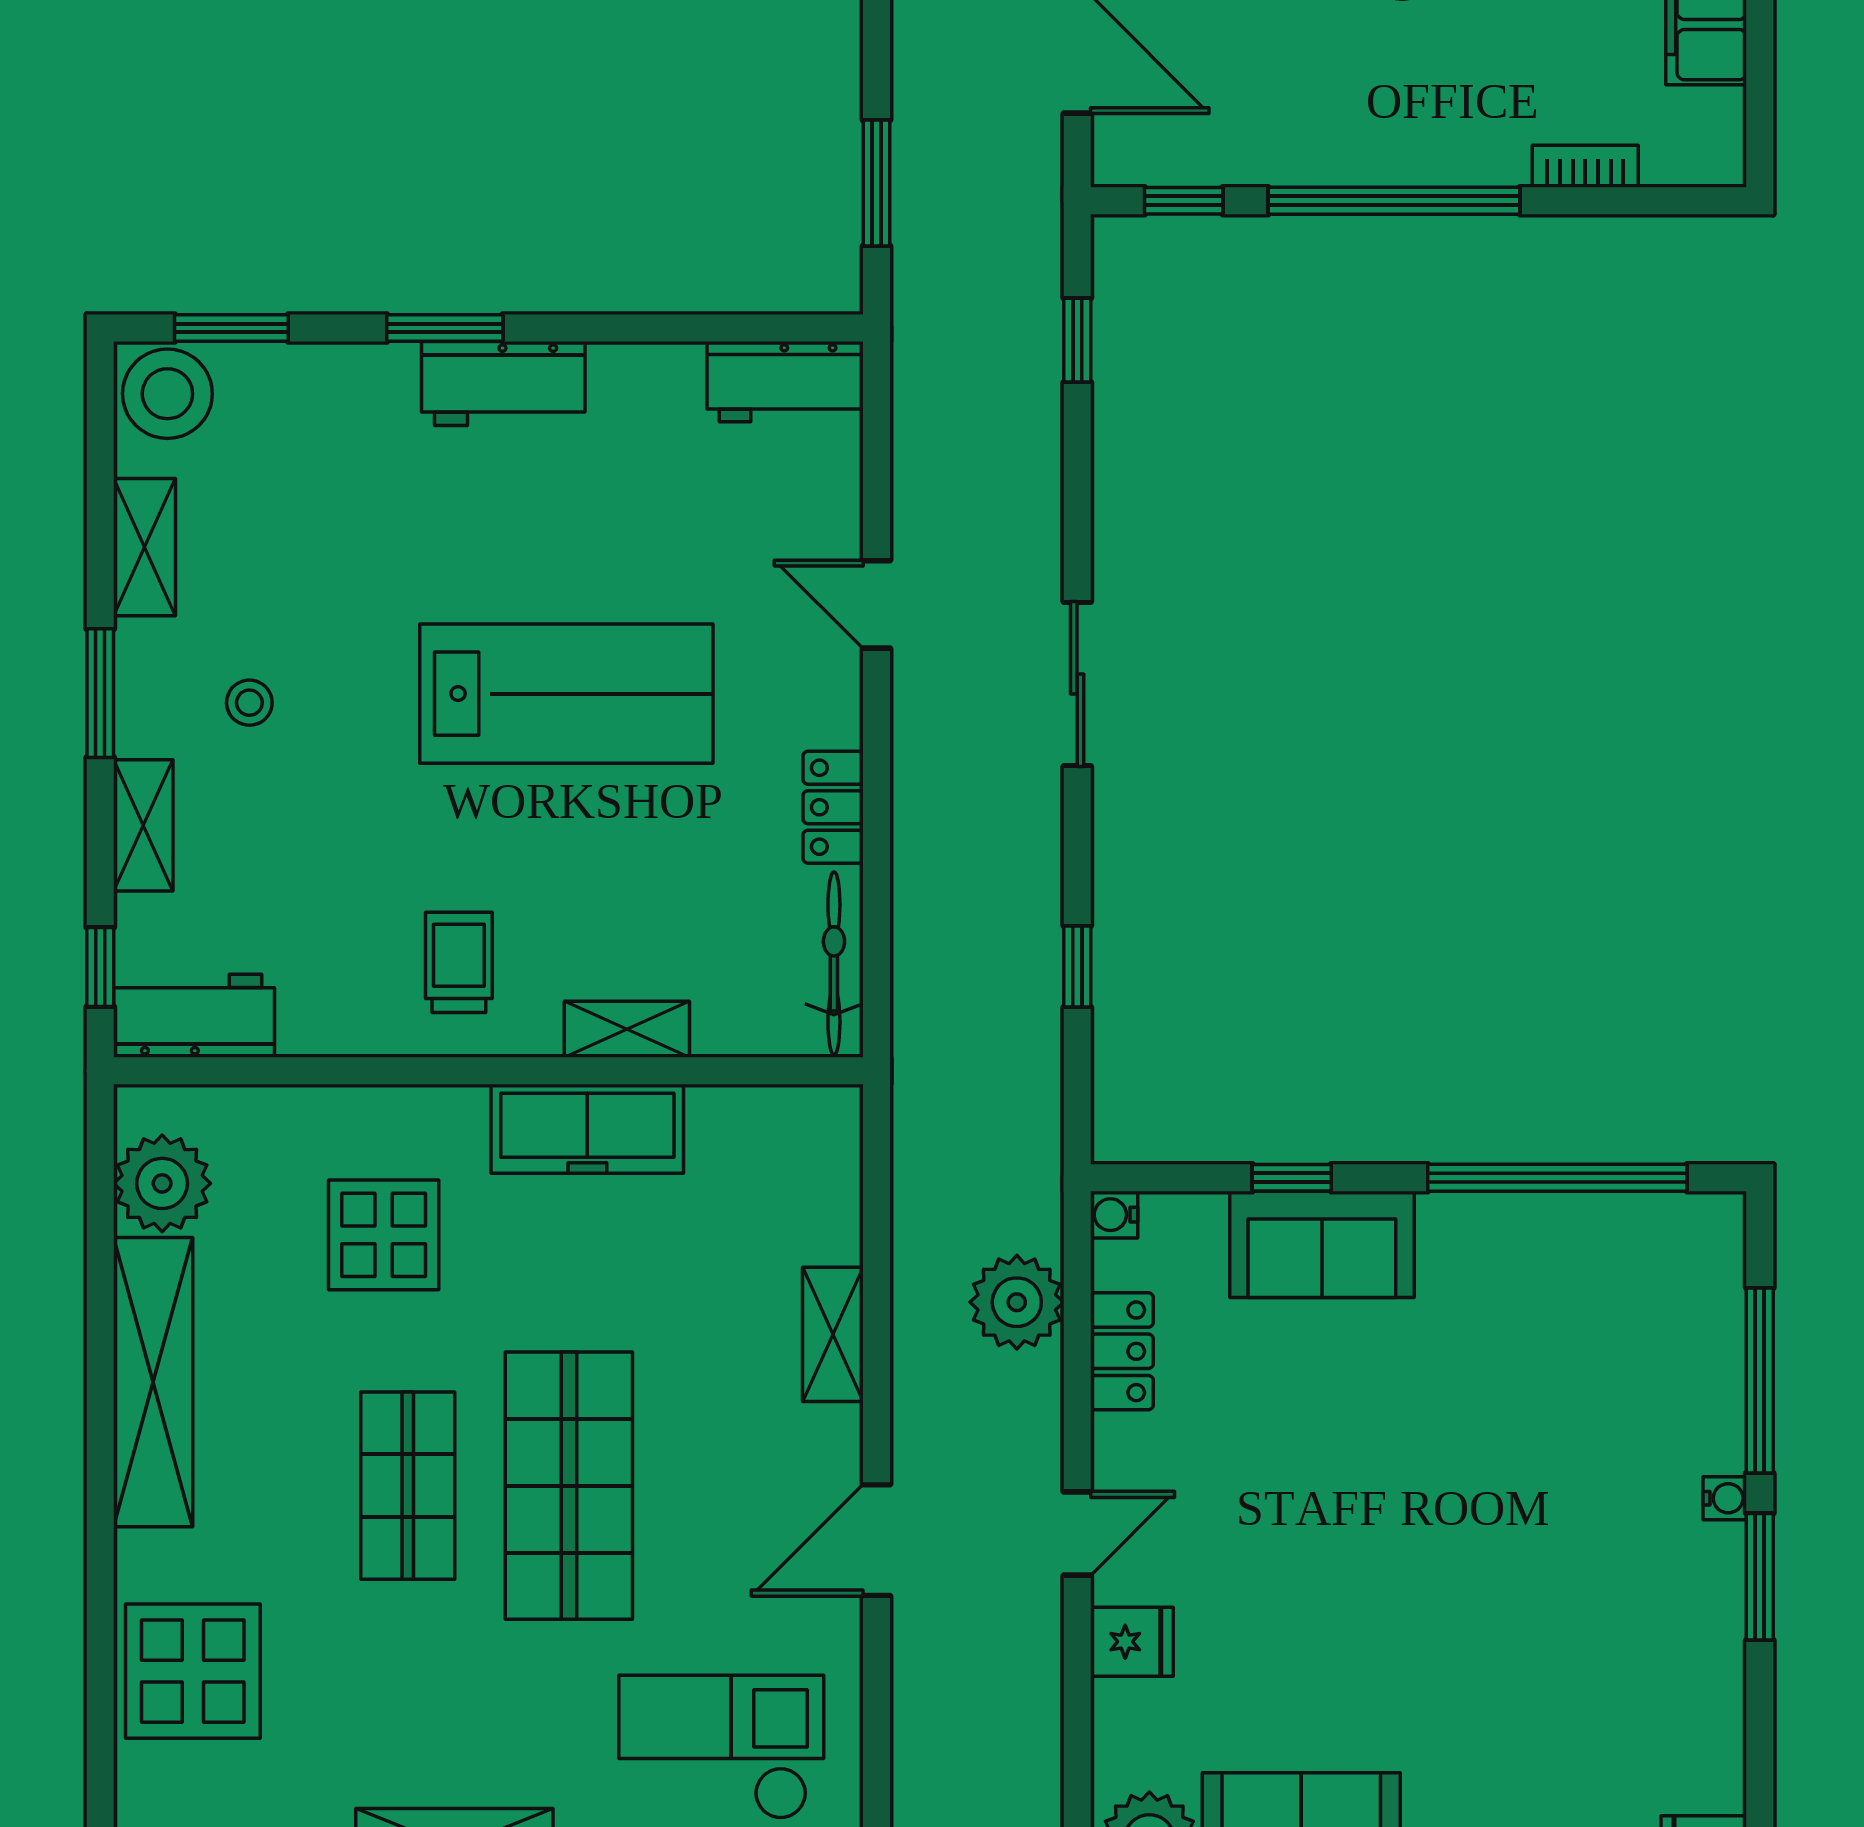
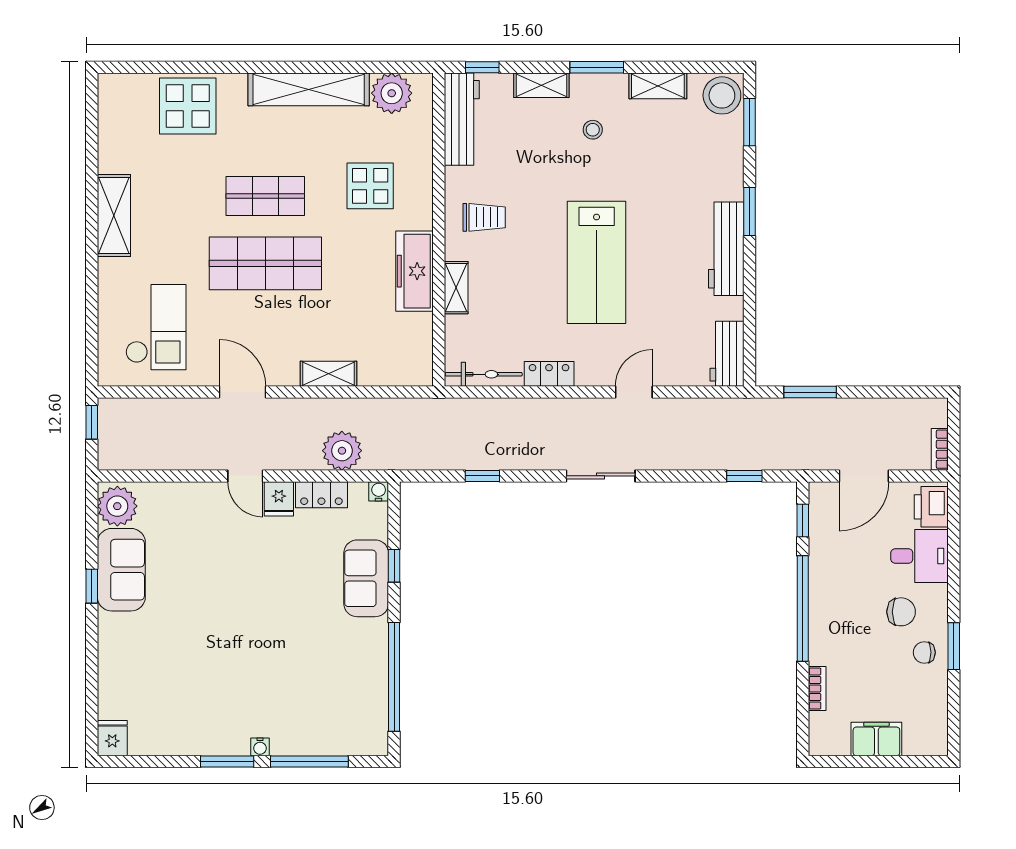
workbench: (503, 384) -> (726, 249), width x1.38
workbench: (194, 1016) -> (462, 119), width x1.38
fridge: (1132, 1642) -> (279, 499), moved

